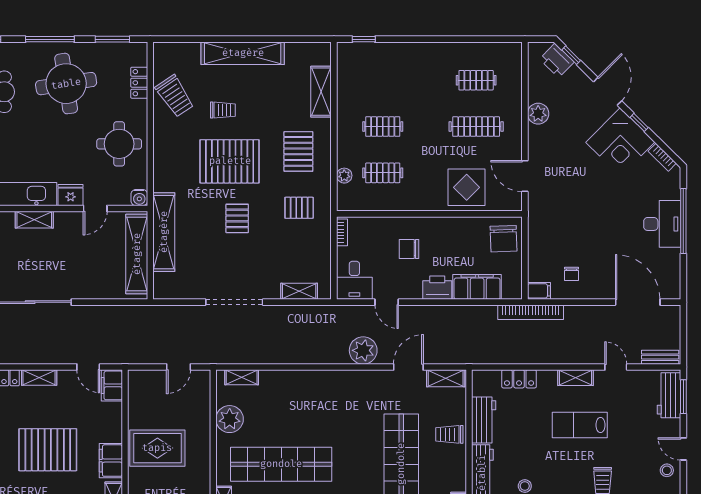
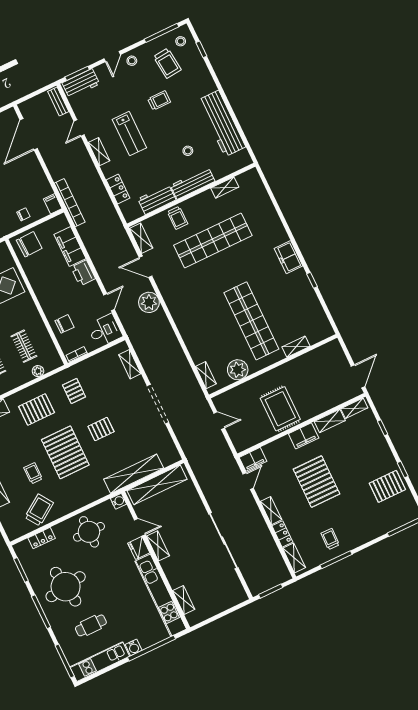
shelving: (34, 220) -> (158, 546), moved
chair: (409, 249) -> (65, 324), moved, turned -90
chair: (571, 274) -> (23, 214), moved

